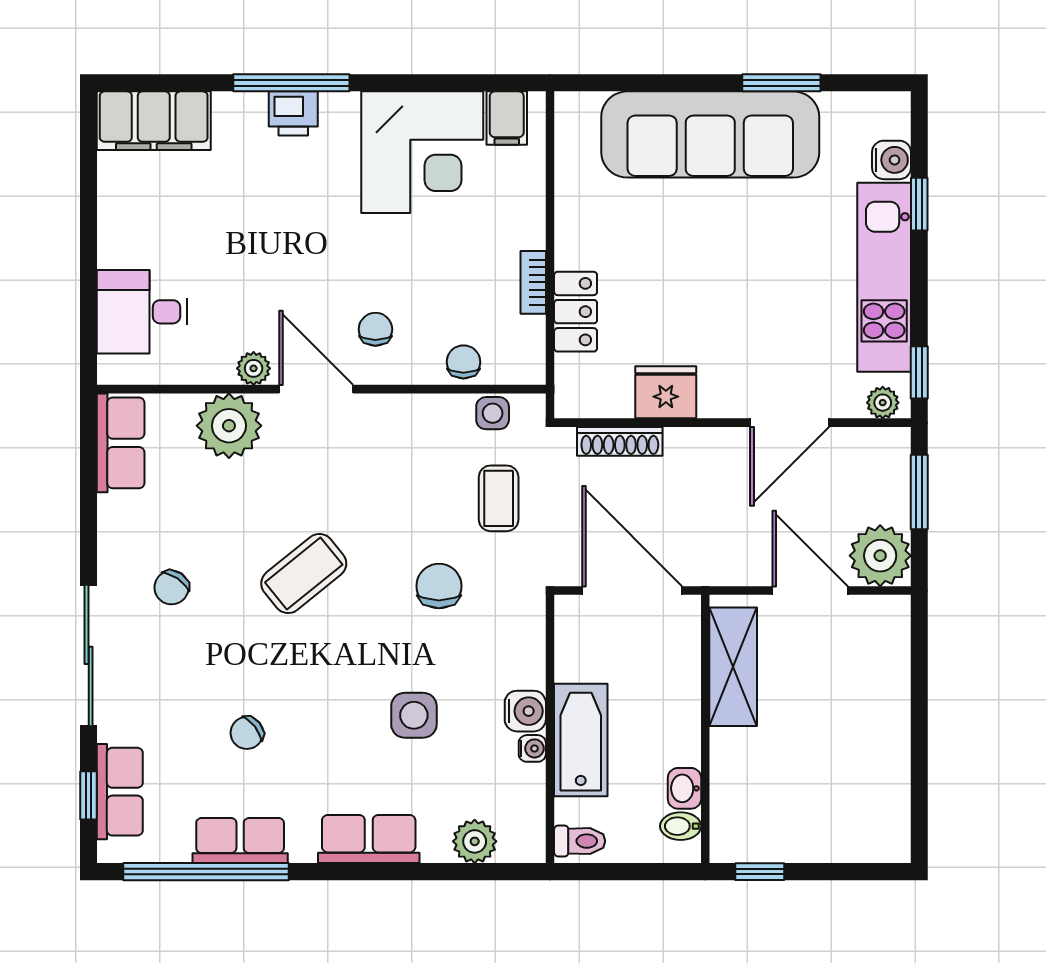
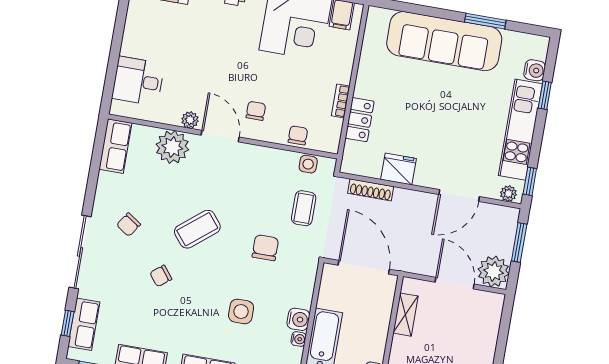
shelving: (733, 667) -> (405, 315), width x0.67, depth x0.75
chair: (247, 733) -> (161, 276), moved

